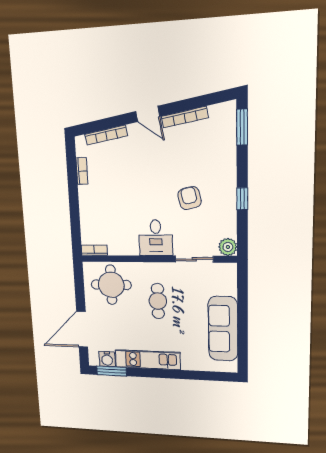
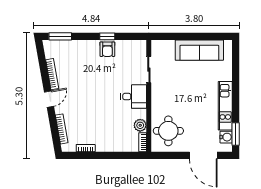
armchair: (189, 198) -> (107, 49), moved, turned -77
plant: (228, 247) -> (140, 125), moved
cafe table: (158, 301) -> (180, 97), removed

